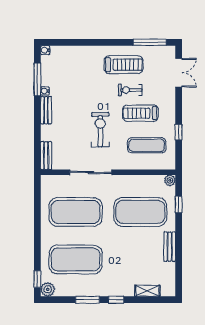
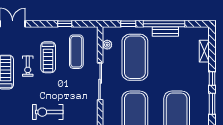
exercise bike: (100, 130) -> (48, 112), moved
sliding door: (91, 172) -> (100, 81), moved
plant: (170, 180) -> (107, 45), moved
window: (179, 245) -> (164, 24), added

